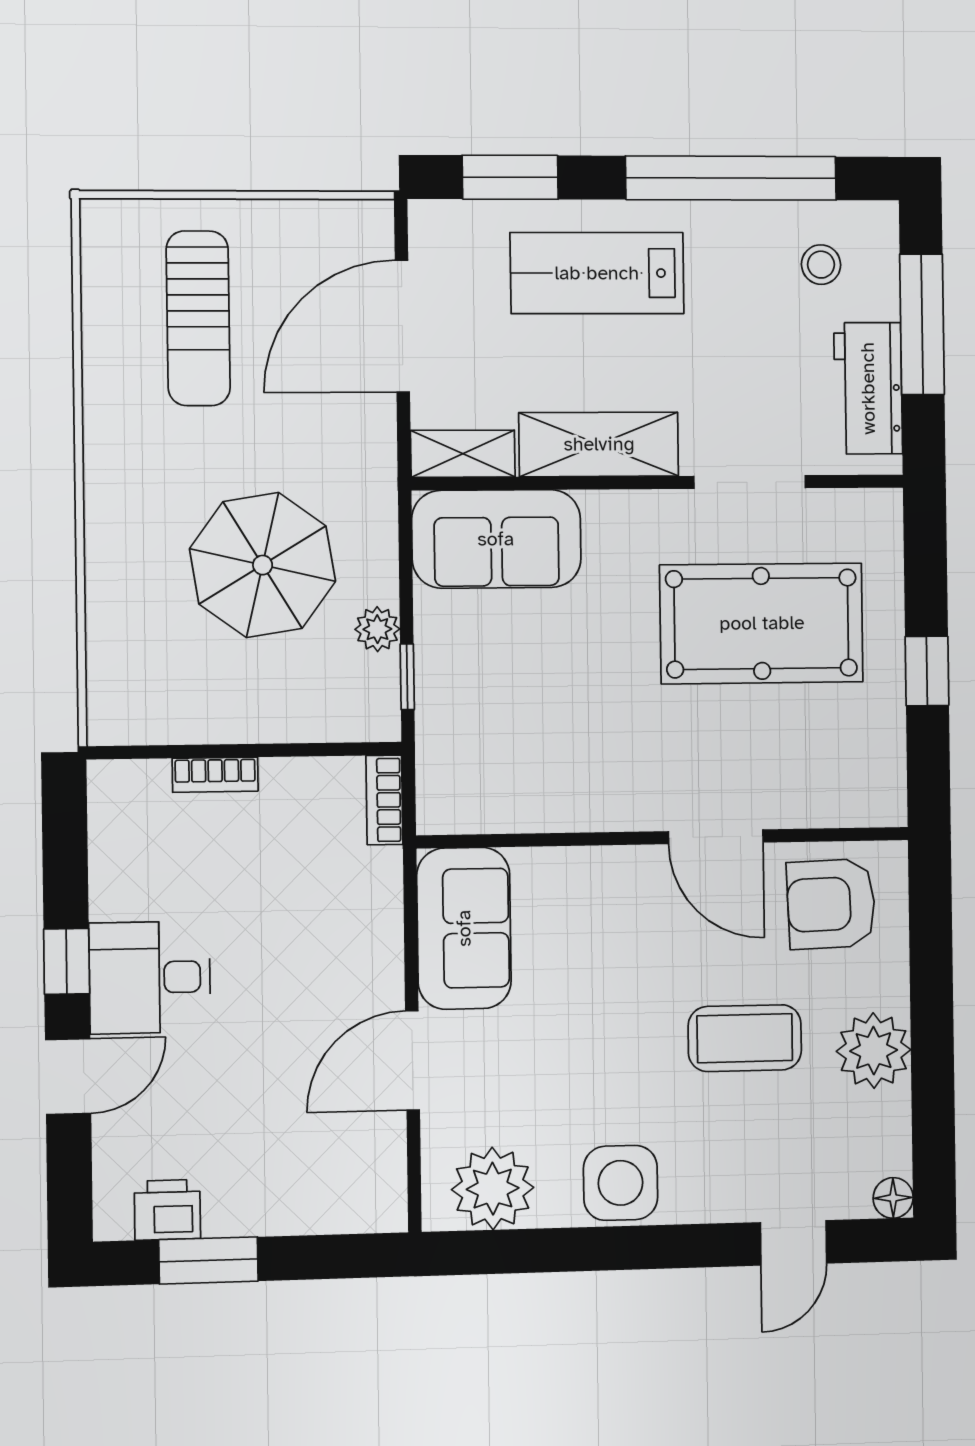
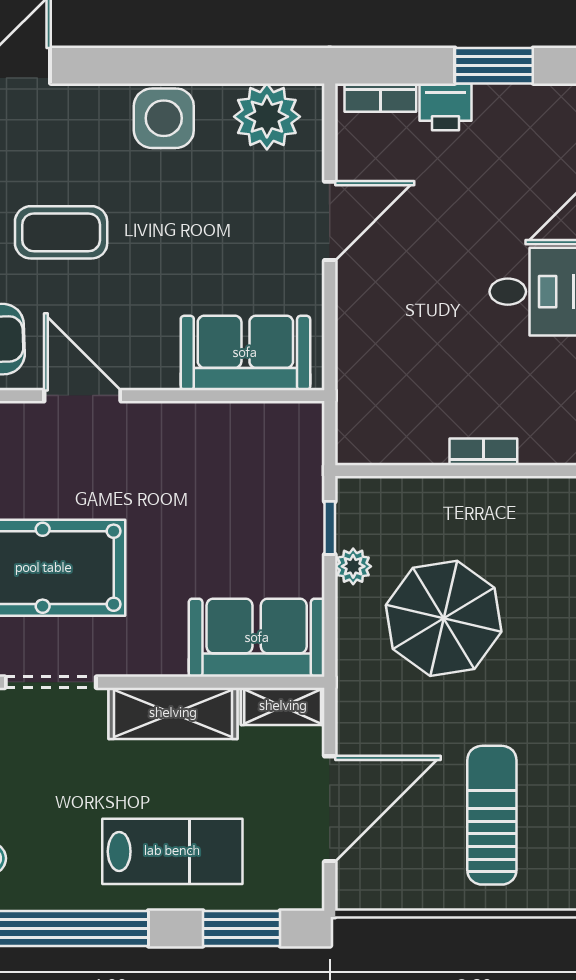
bookcase: (384, 800) -> (380, 98), moved, turned 90
sofa: (464, 928) -> (245, 353), moved, turned 90
printer: (167, 1210) -> (445, 107), moved

